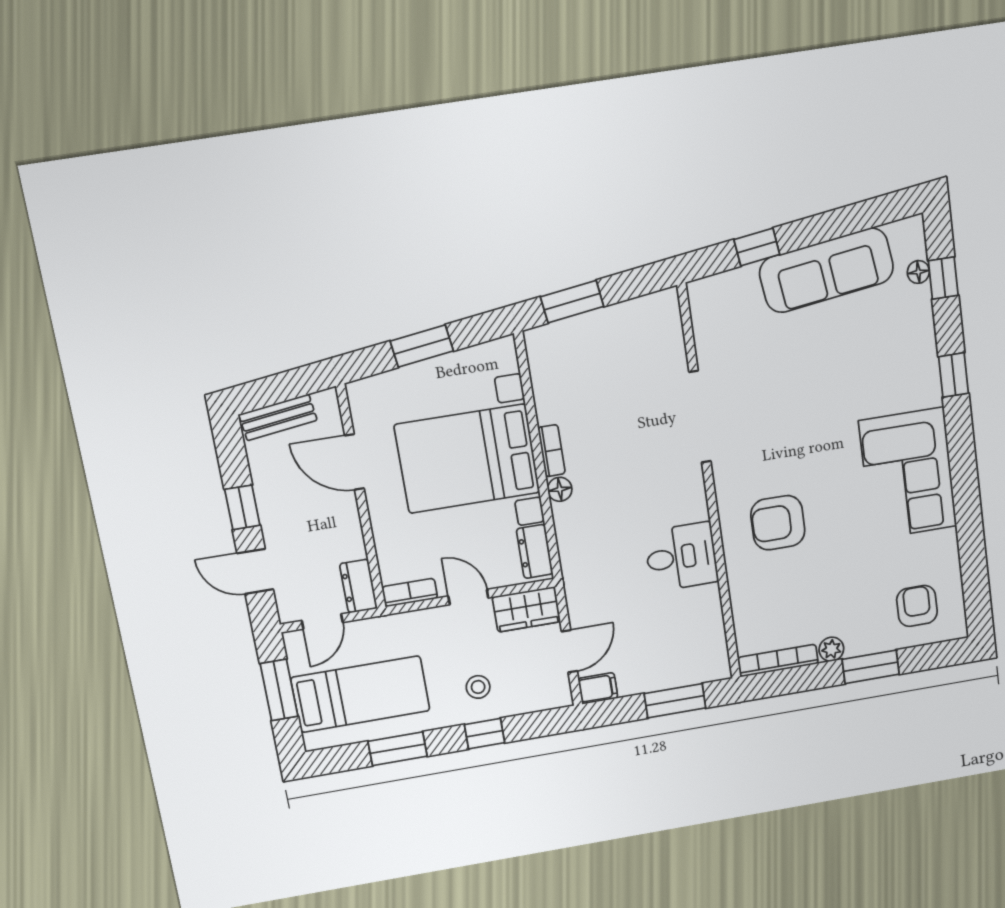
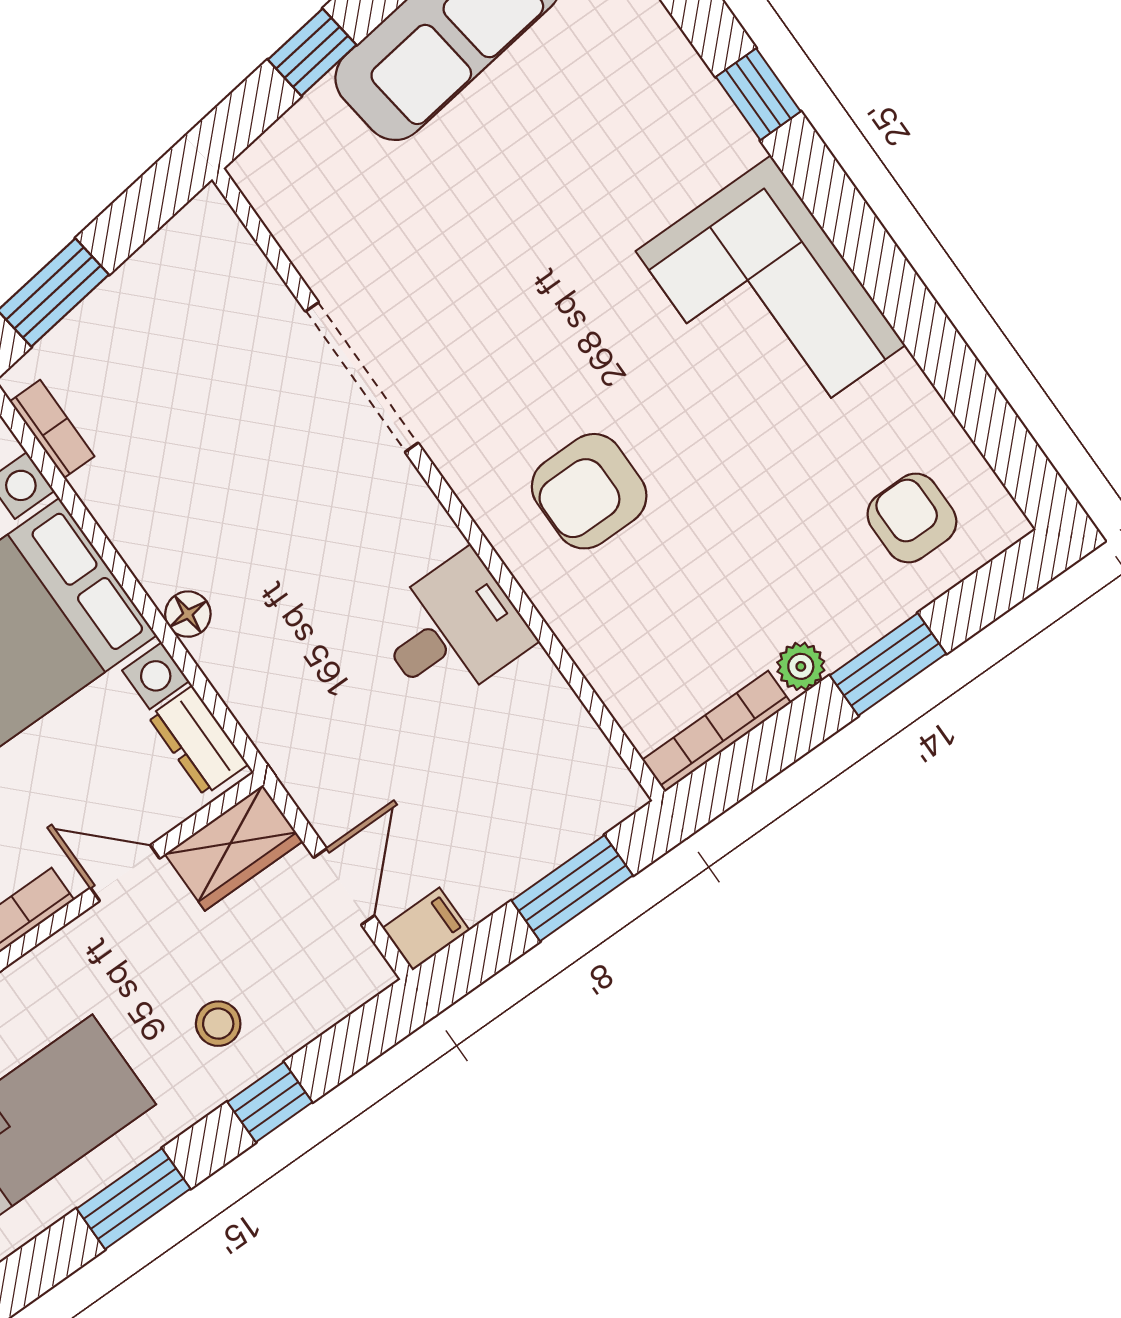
bookcase: (551, 451) -> (52, 429), moved

